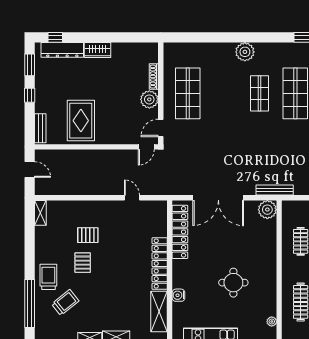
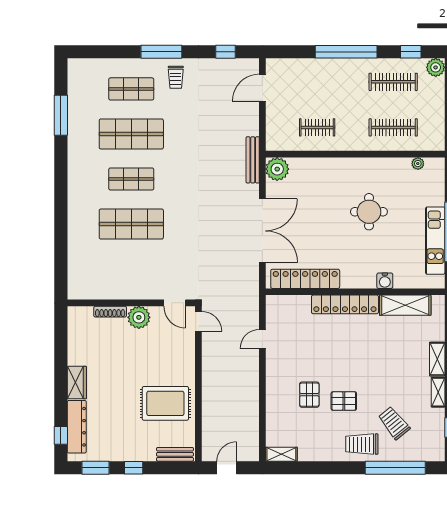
plant: (245, 52) -> (79, 197), removed
shop shelf: (188, 93) -> (131, 224), moved

